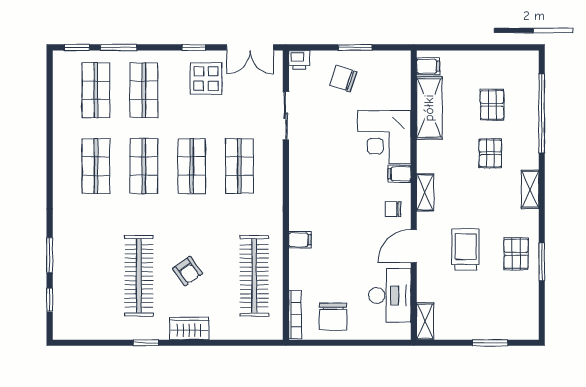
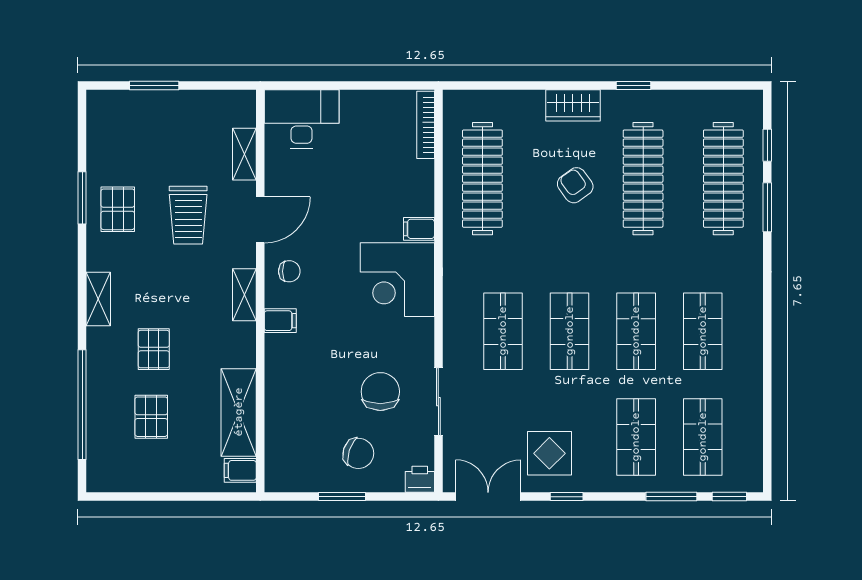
corner desk: (384, 137) -> (397, 280), moved, turned 180
clothes rail: (81, 276) -> (723, 179), added
desk: (390, 295) -> (302, 119), moved, turned 90
chair: (333, 317) -> (380, 392), moved
shelving: (425, 321) -> (244, 154), moved

